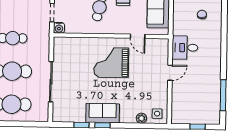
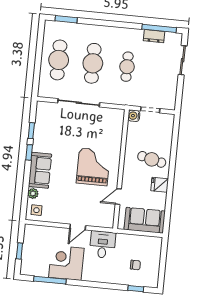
window: (224, 12) -> (136, 289), added
door: (170, 73) -> (78, 227), hinge flipped
corner desk: (205, 81) -> (66, 263), added
sofa: (103, 113) -> (40, 170), moved

